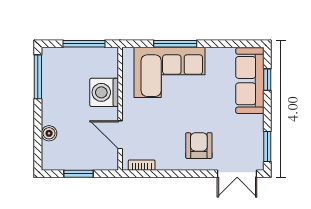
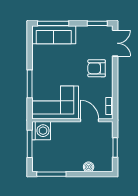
corner sofa: (169, 72) -> (55, 102), moved, turned -90
window: (267, 80) -> (53, 23), width x2.17
washing machine: (104, 92) -> (41, 131), moved, turned -90
door: (120, 135) -> (89, 120), swing flipped

